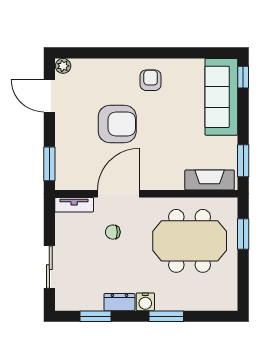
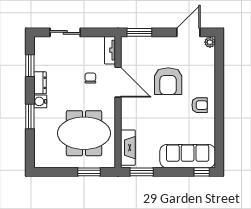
meeting table: (190, 241) -> (84, 133), turned 90

